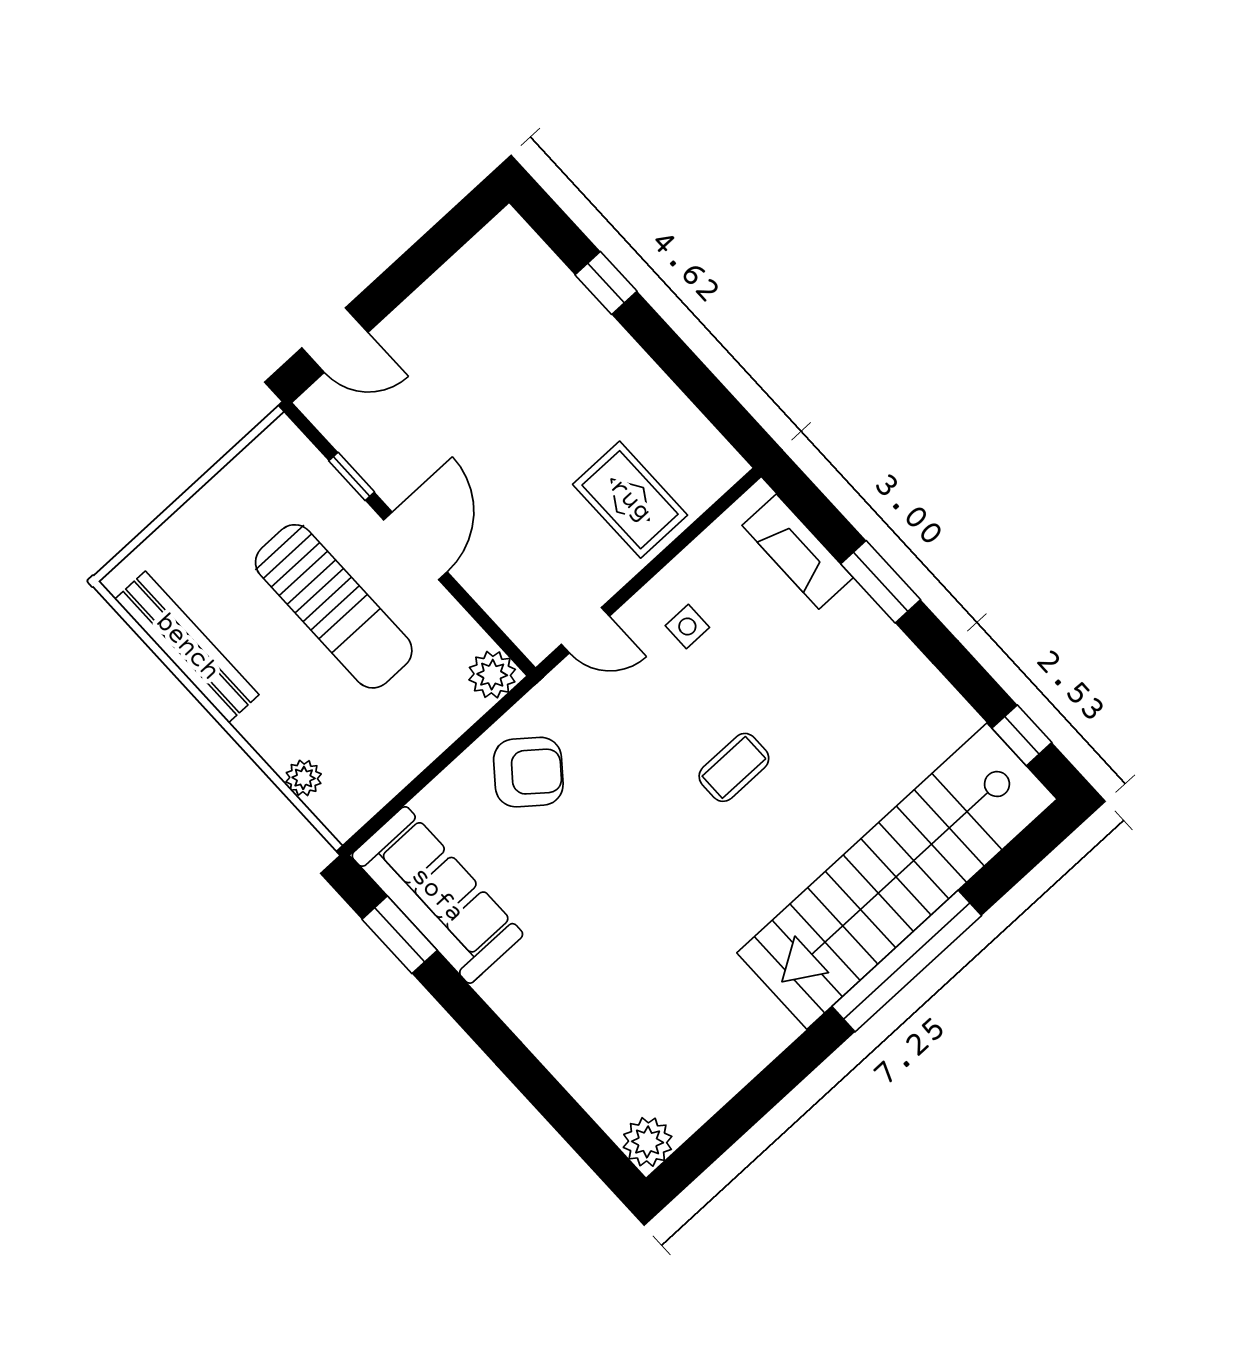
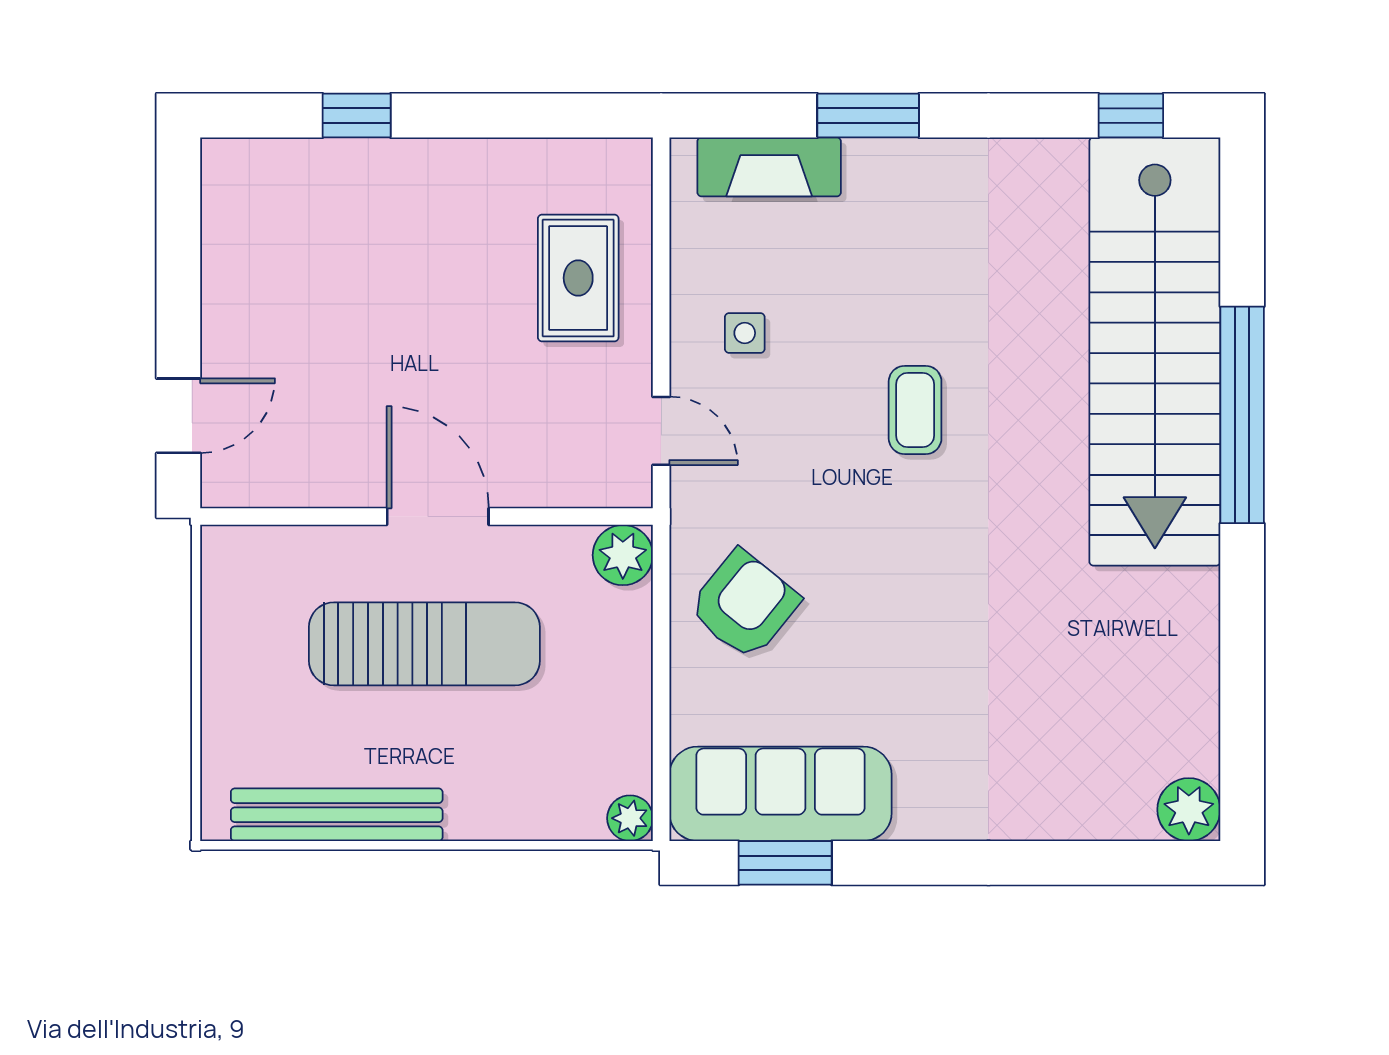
window: (352, 476) -> (319, 516), removed
rug: (630, 500) -> (578, 278), turned 90
door: (585, 630) -> (661, 431), hinge flipped
plant: (304, 778) -> (630, 818), moved

